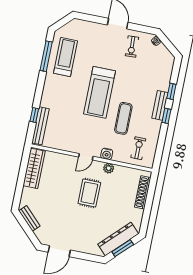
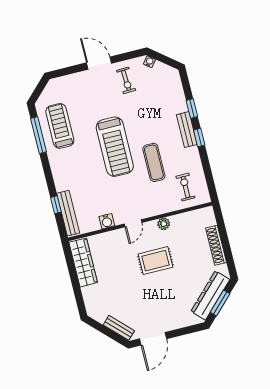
water cooler: (107, 154) -> (107, 221), moved
shoe rack: (143, 192) -> (216, 245), moved
rug: (89, 193) -> (156, 261), turned 90
bench: (29, 218) -> (119, 328), moved

